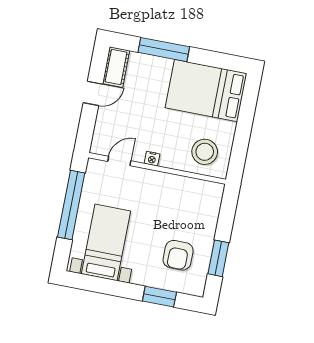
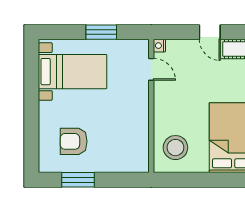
nightstand: (152, 159) -> (159, 46), moved
window: (71, 205) -> (101, 32), width x0.47
window: (159, 297) -> (31, 132), removed

